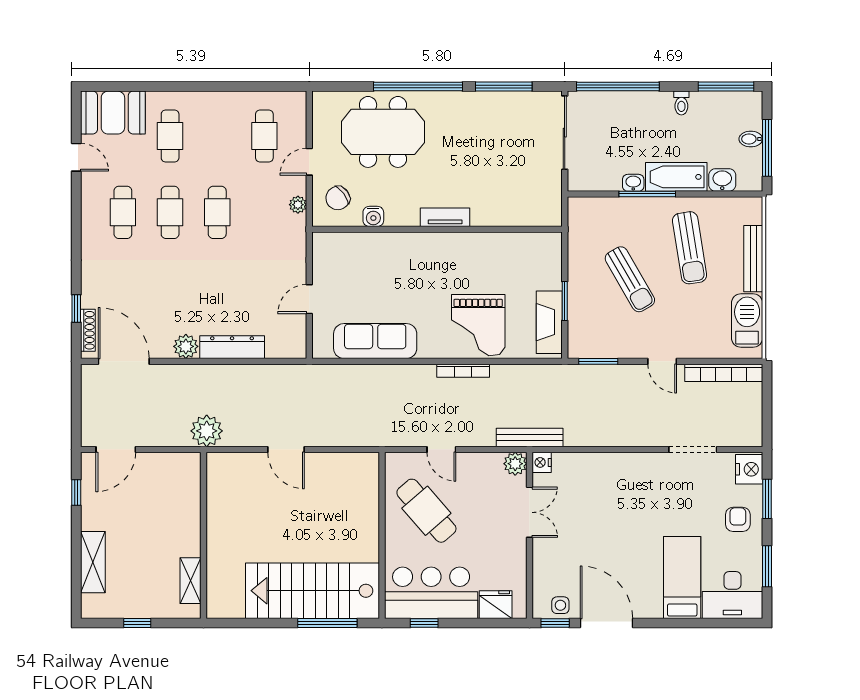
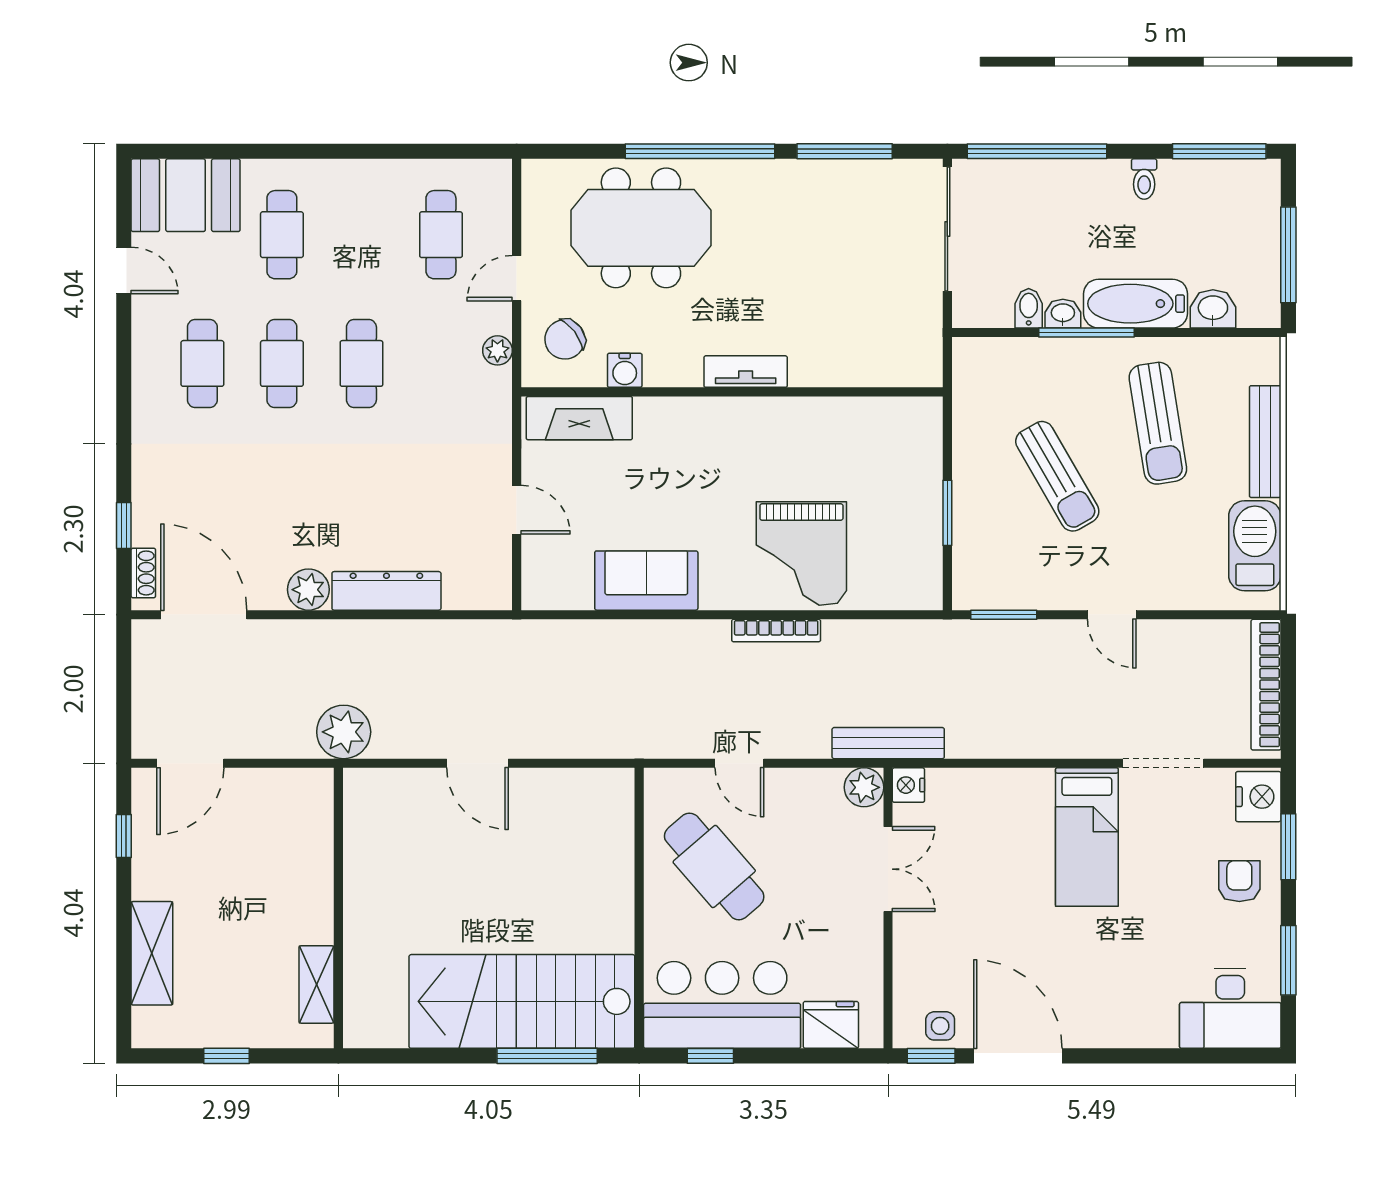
bidet: (751, 139) -> (1029, 308), moved, turned 90
door: (309, 299) -> (517, 510), swing flipped
fireplace: (549, 322) -> (579, 418), moved, turned -90
shoe rack: (88, 330) -> (143, 573), width x0.70
sofa: (375, 341) -> (646, 581), width x0.73
bookcase: (724, 373) -> (1266, 685), moved, turned 90
bed: (682, 577) -> (1087, 837), moved, turned 180

